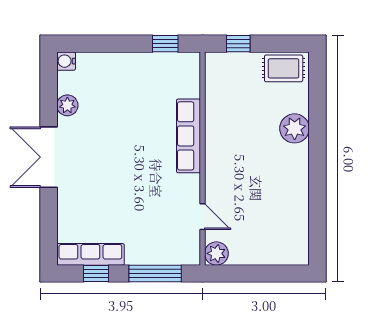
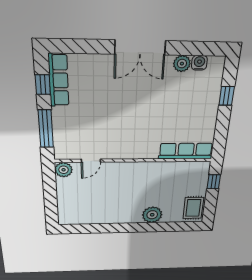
window: (165, 44) -> (227, 96), moved
water cooler: (66, 61) -> (199, 63), moved
row of seats: (188, 136) -> (186, 151), moved
double door: (49, 157) -> (140, 47), swing flipped

